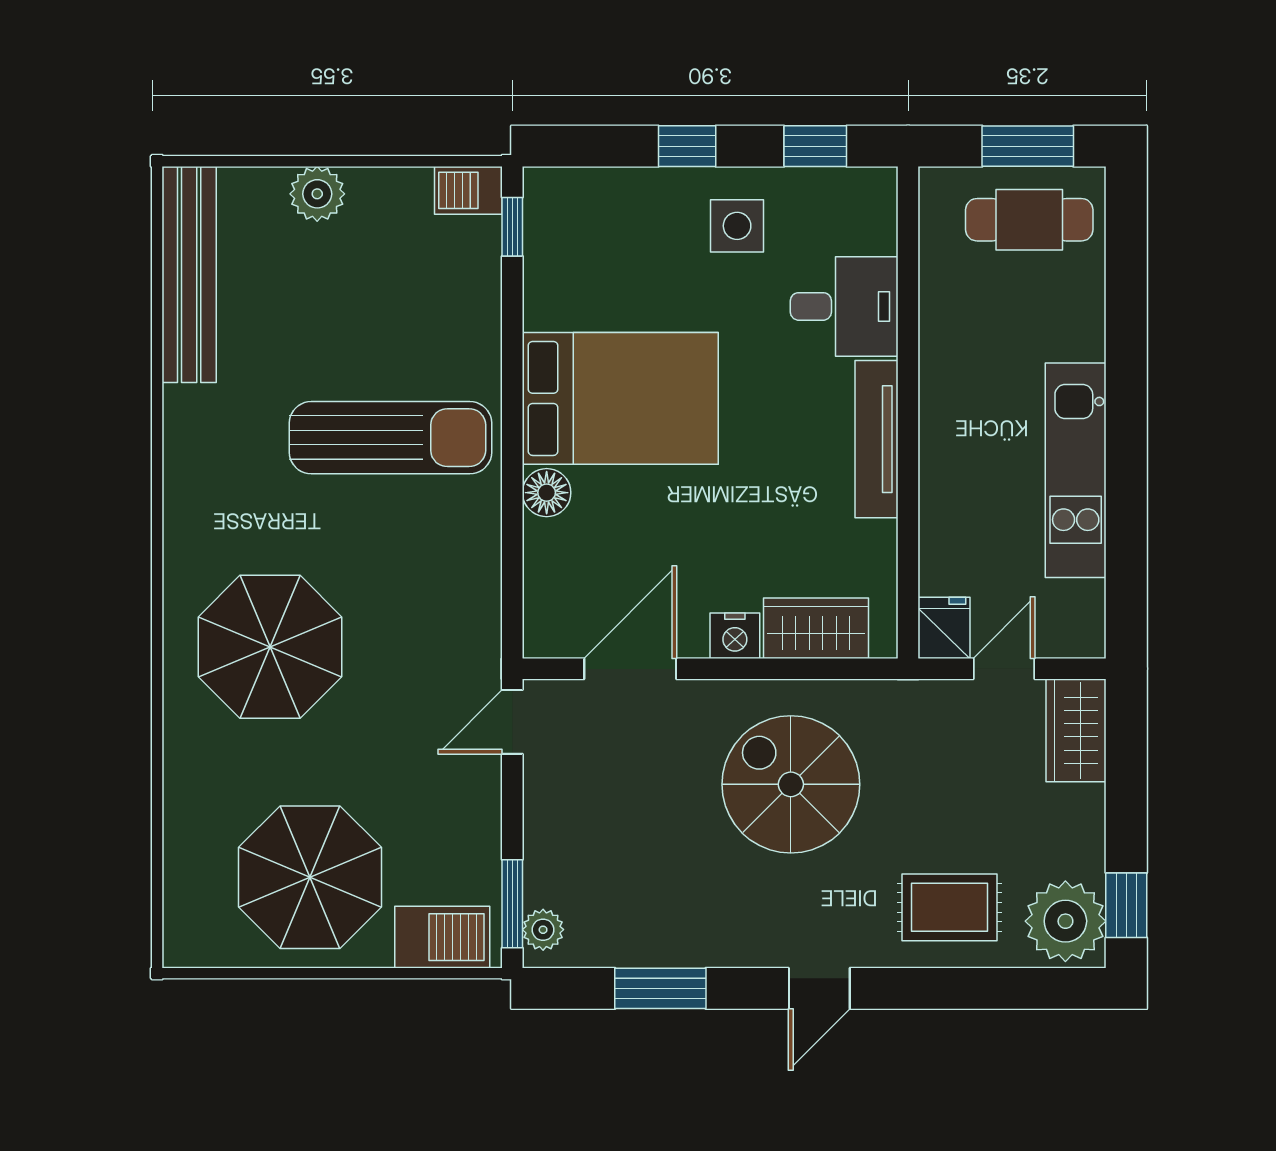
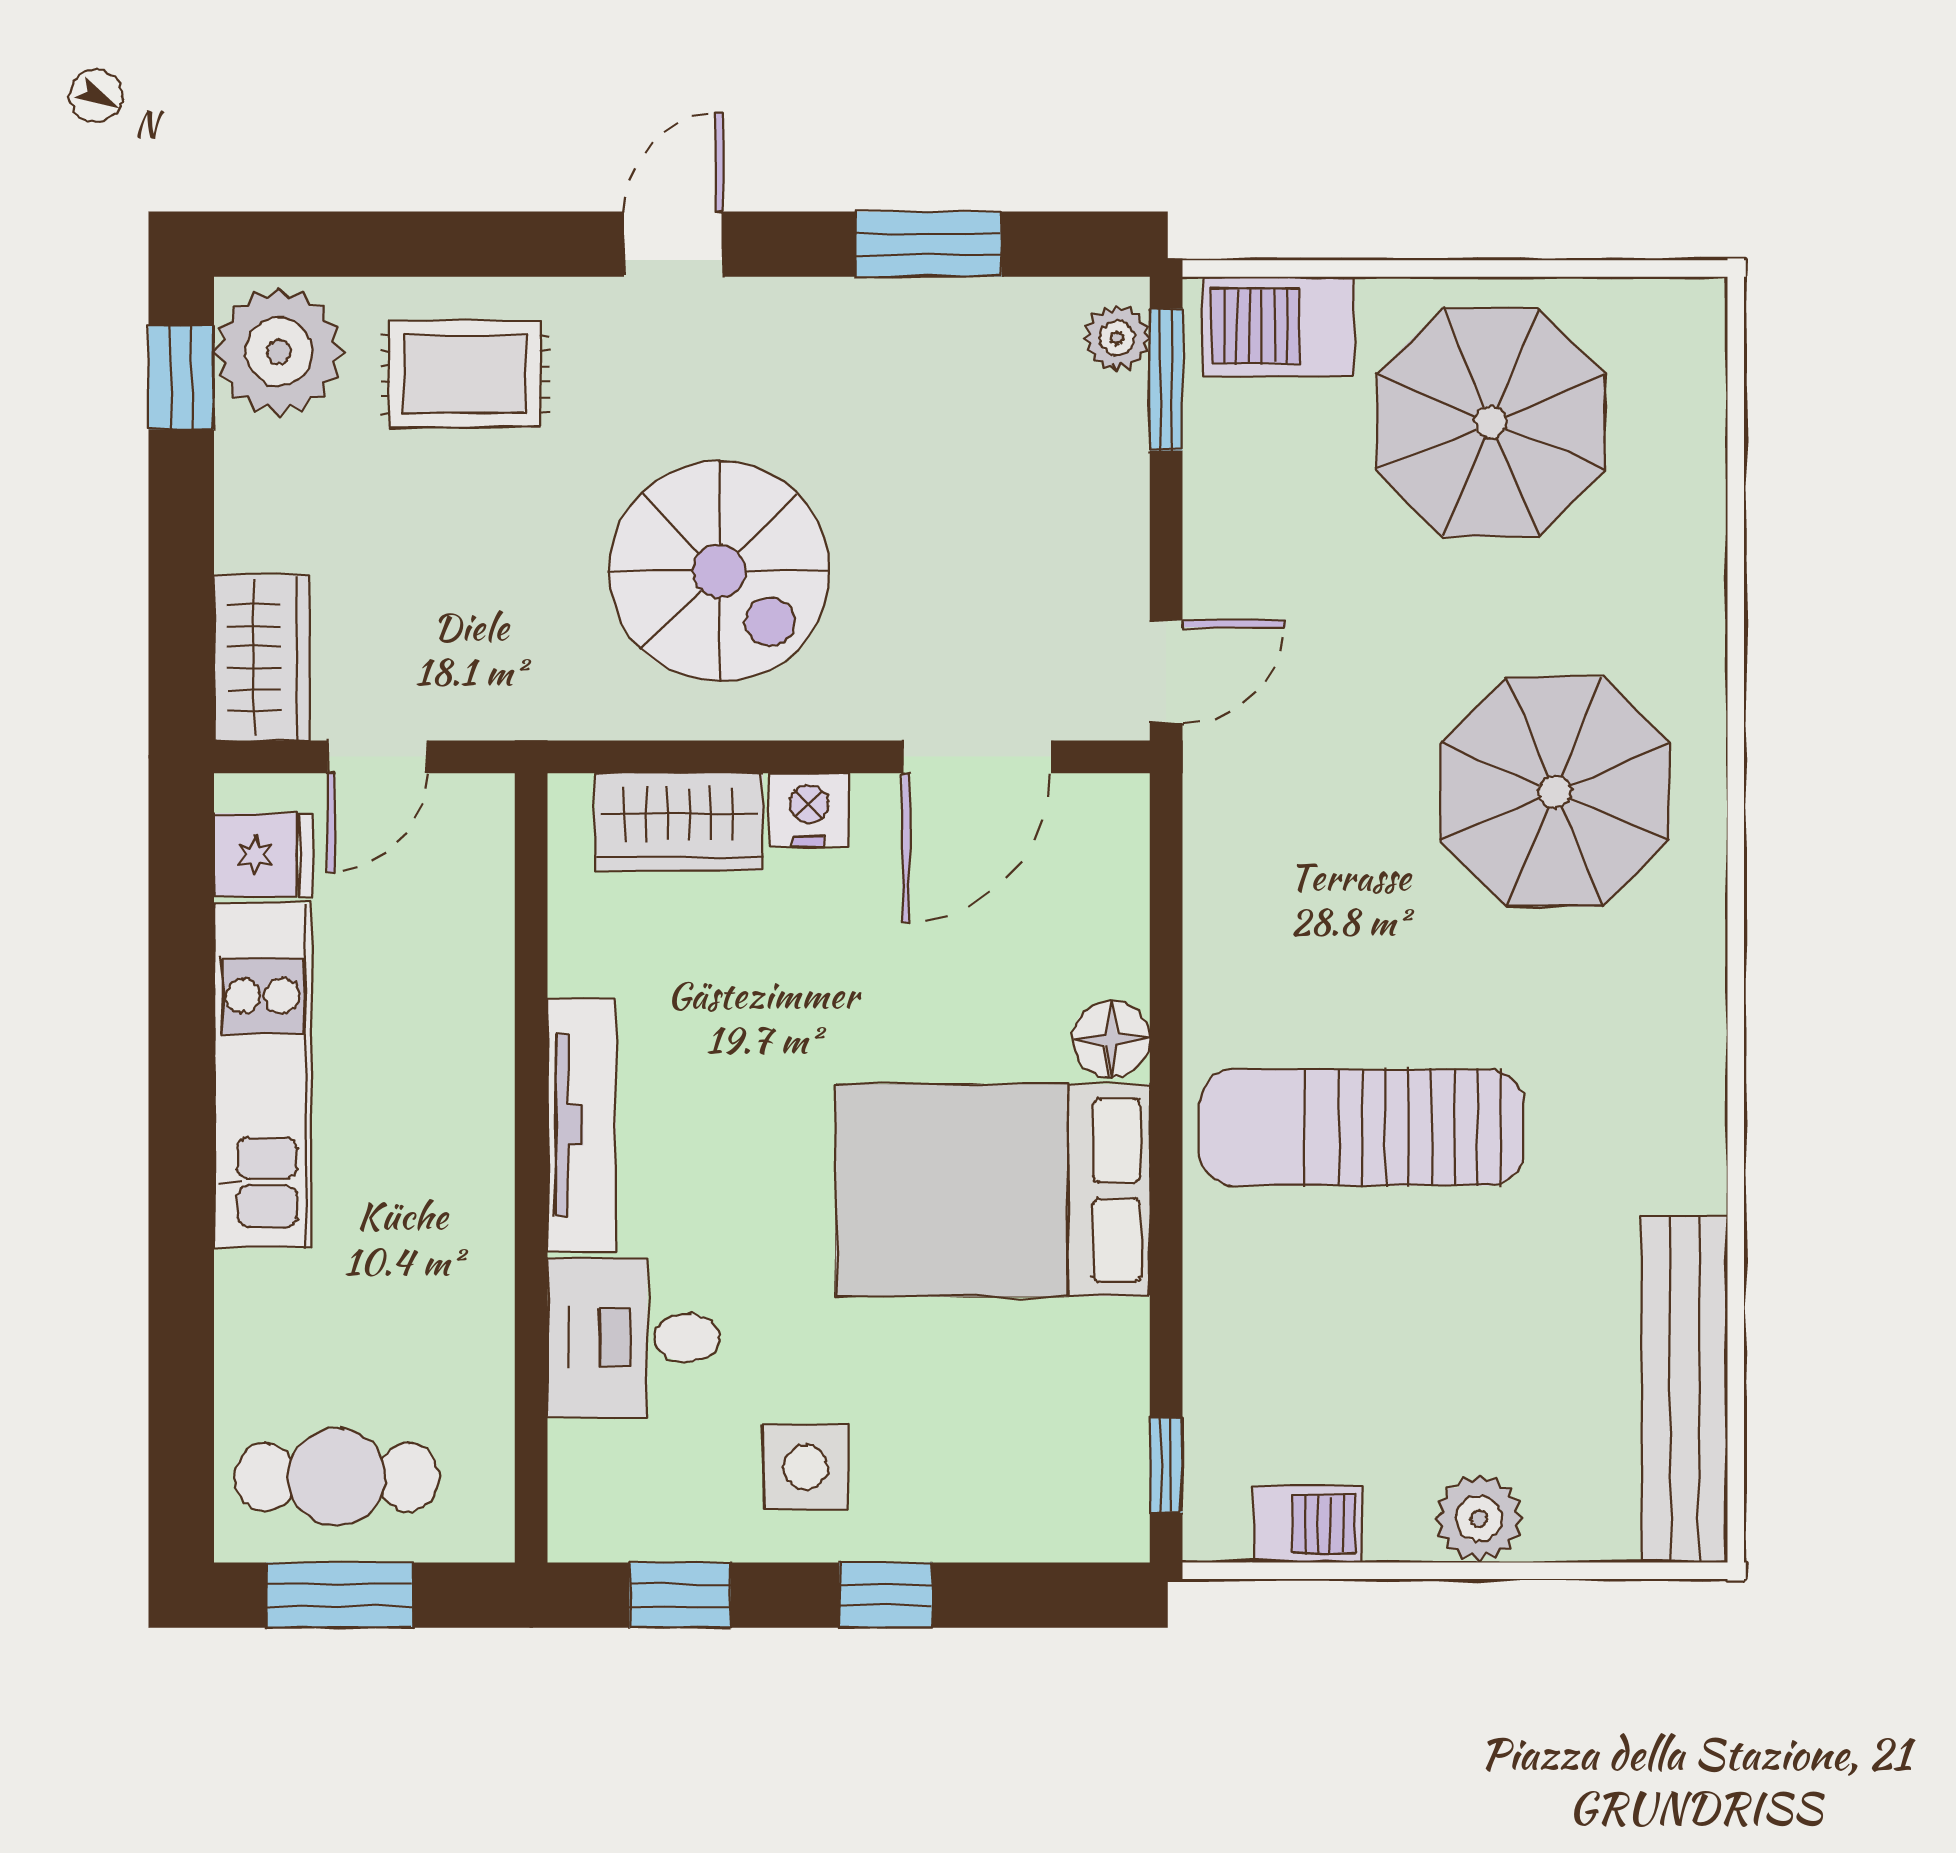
barbecue: (468, 190) -> (1308, 1524), moved
fridge: (944, 628) -> (263, 855), moved, turned -90

